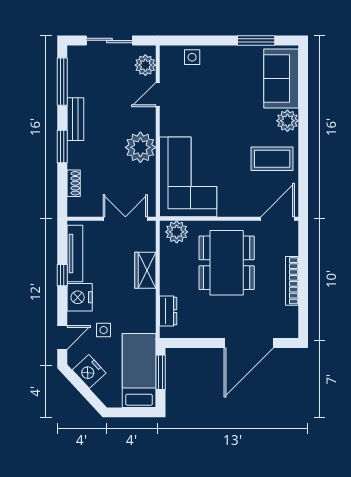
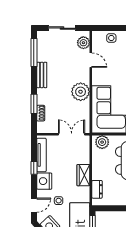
door: (158, 95) -> (91, 60), swing flipped
window: (62, 147) -> (34, 104), moved
wardrobe: (145, 270) -> (83, 175), moved

